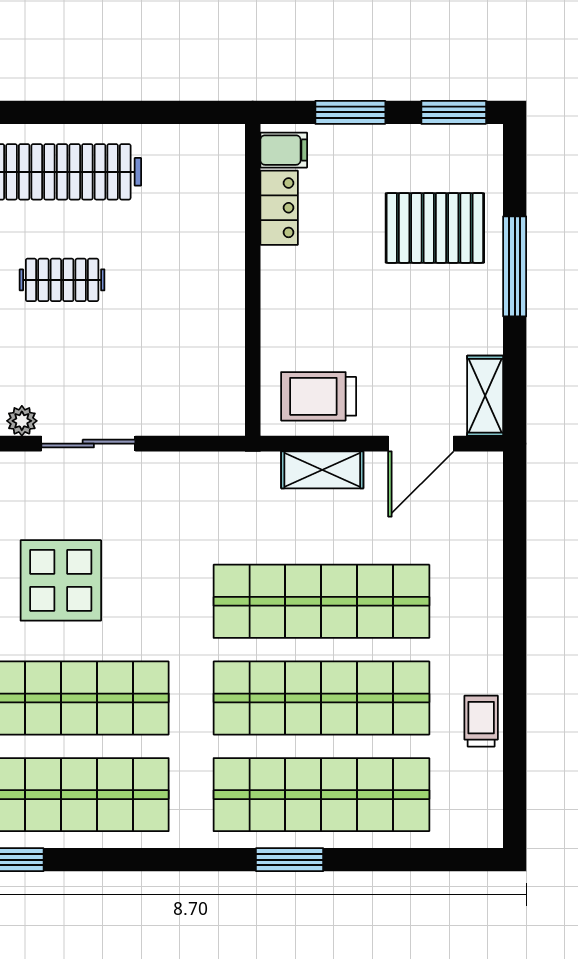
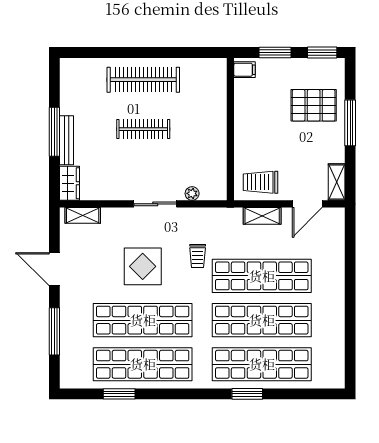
locker: (279, 208) -> (242, 96), removed
clothes rail: (62, 280) -> (143, 129), width x1.36
plant: (22, 421) -> (192, 193), moved
trolley: (481, 721) -> (198, 256), moved, turned 180

